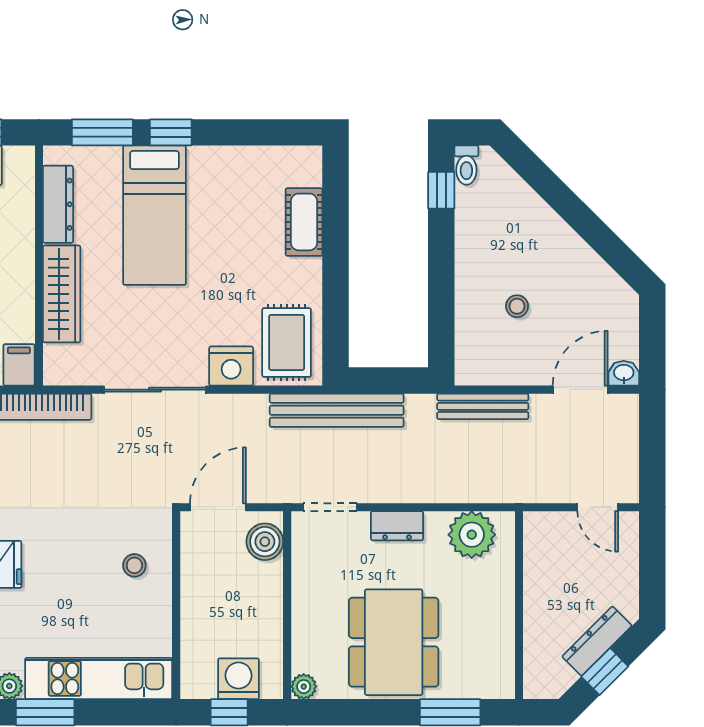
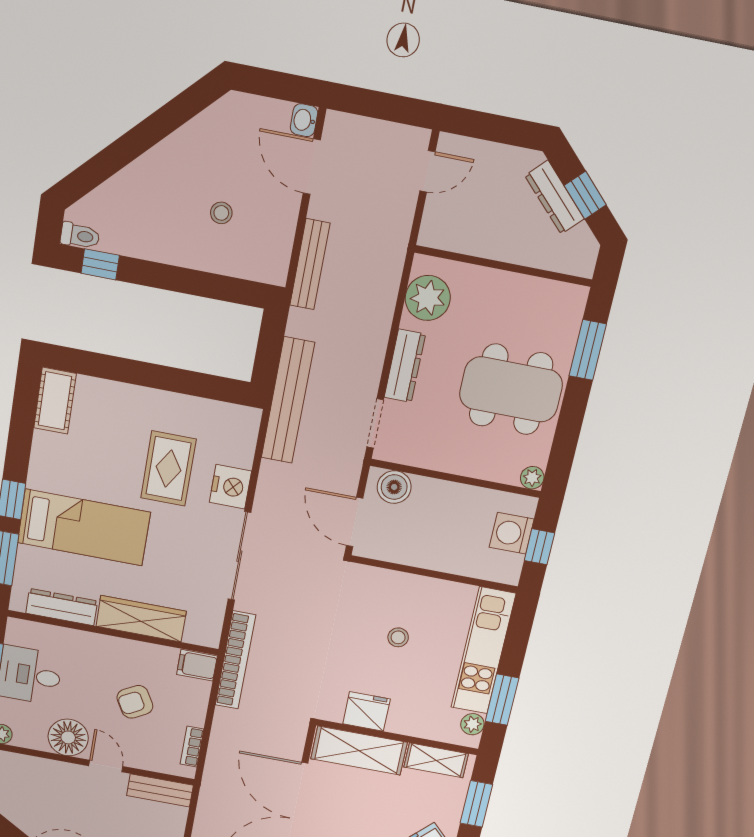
cot: (304, 222) -> (55, 401), moved, turned 90
rug: (287, 342) -> (168, 469), moved, turned 90
dresser: (397, 526) -> (405, 366), width x1.44
stool: (134, 565) -> (398, 637), moved

